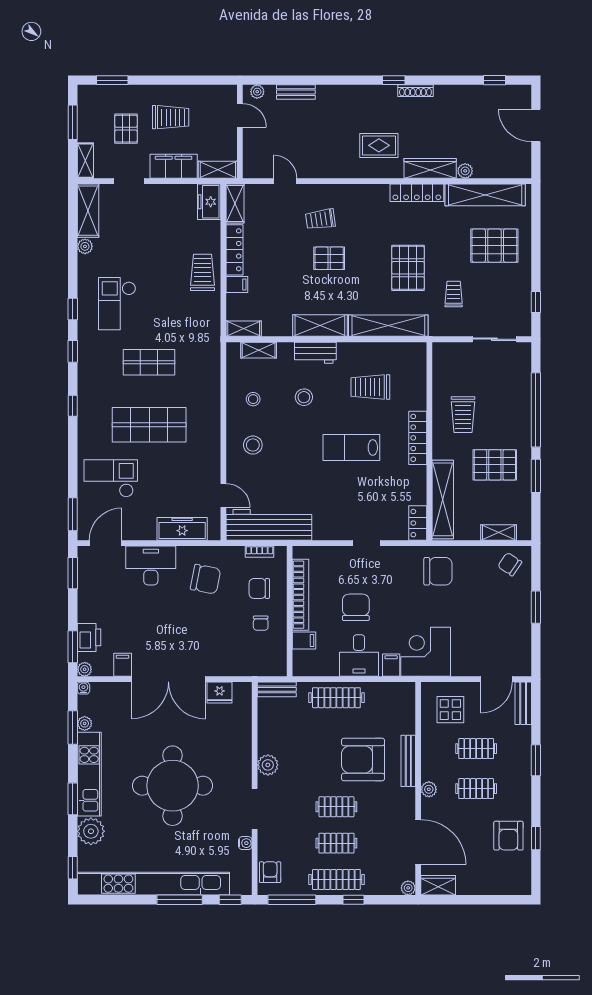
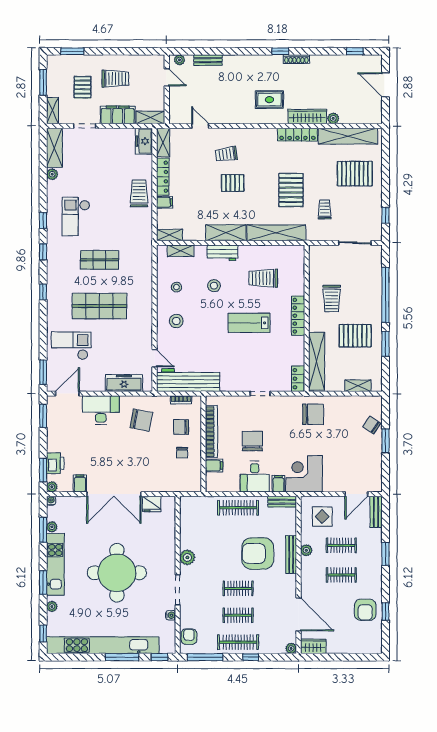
chair: (510, 564) -> (372, 425), moved
bench: (277, 689) -> (282, 502), moved
plant: (429, 789) -> (306, 550), moved
plant: (91, 831) -> (52, 607), width x0.53, depth x0.53

